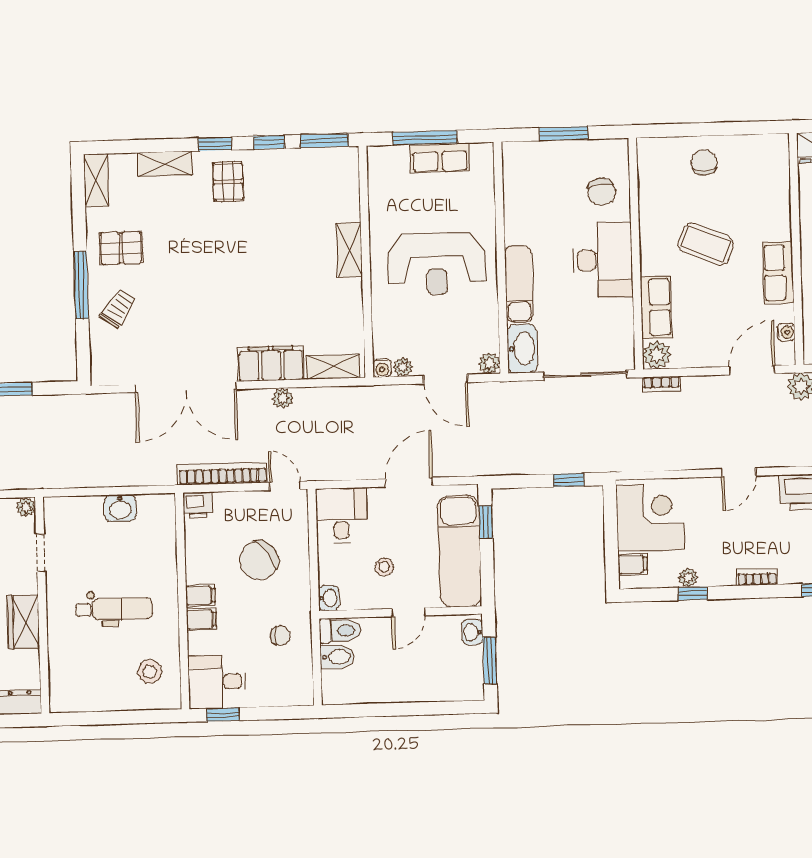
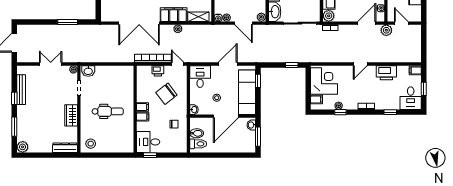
printer: (198, 505) -> (158, 71), moved
washbasin: (120, 508) -> (88, 71), moved
door: (408, 612) -> (226, 116), width x1.88
toilet: (340, 631) -> (198, 144), moved
stool: (150, 672) -> (91, 144), moved

